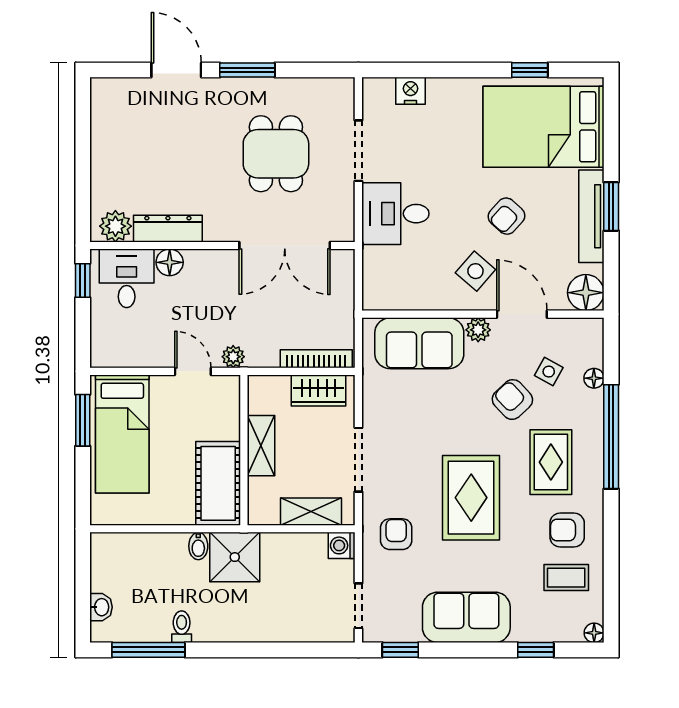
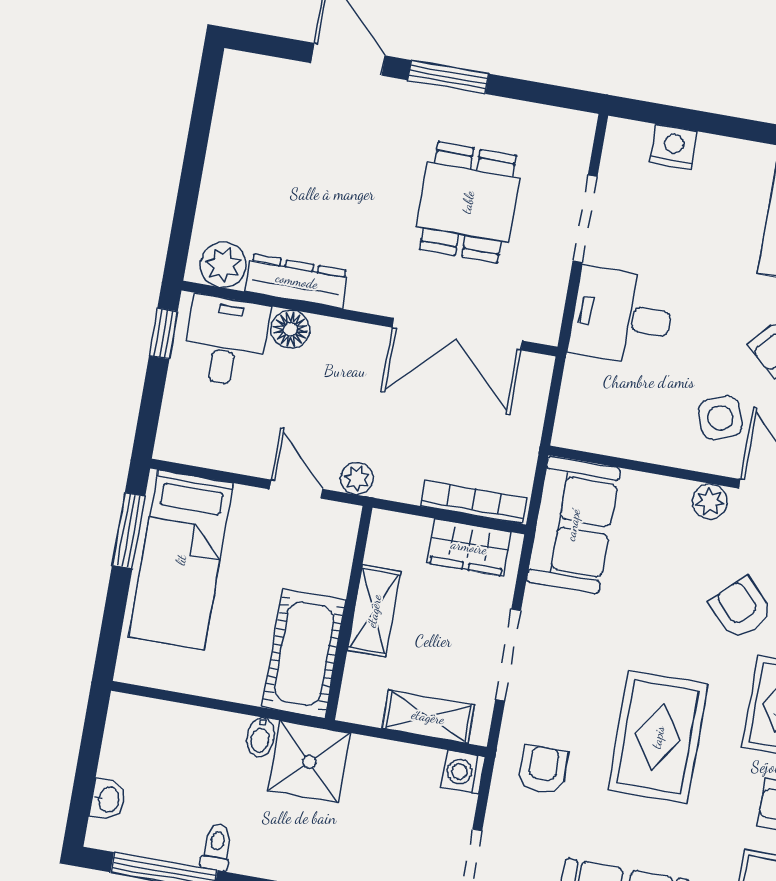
side table: (475, 271) -> (720, 418), turned 30
sofa: (419, 343) -> (573, 525), moved, turned -90

